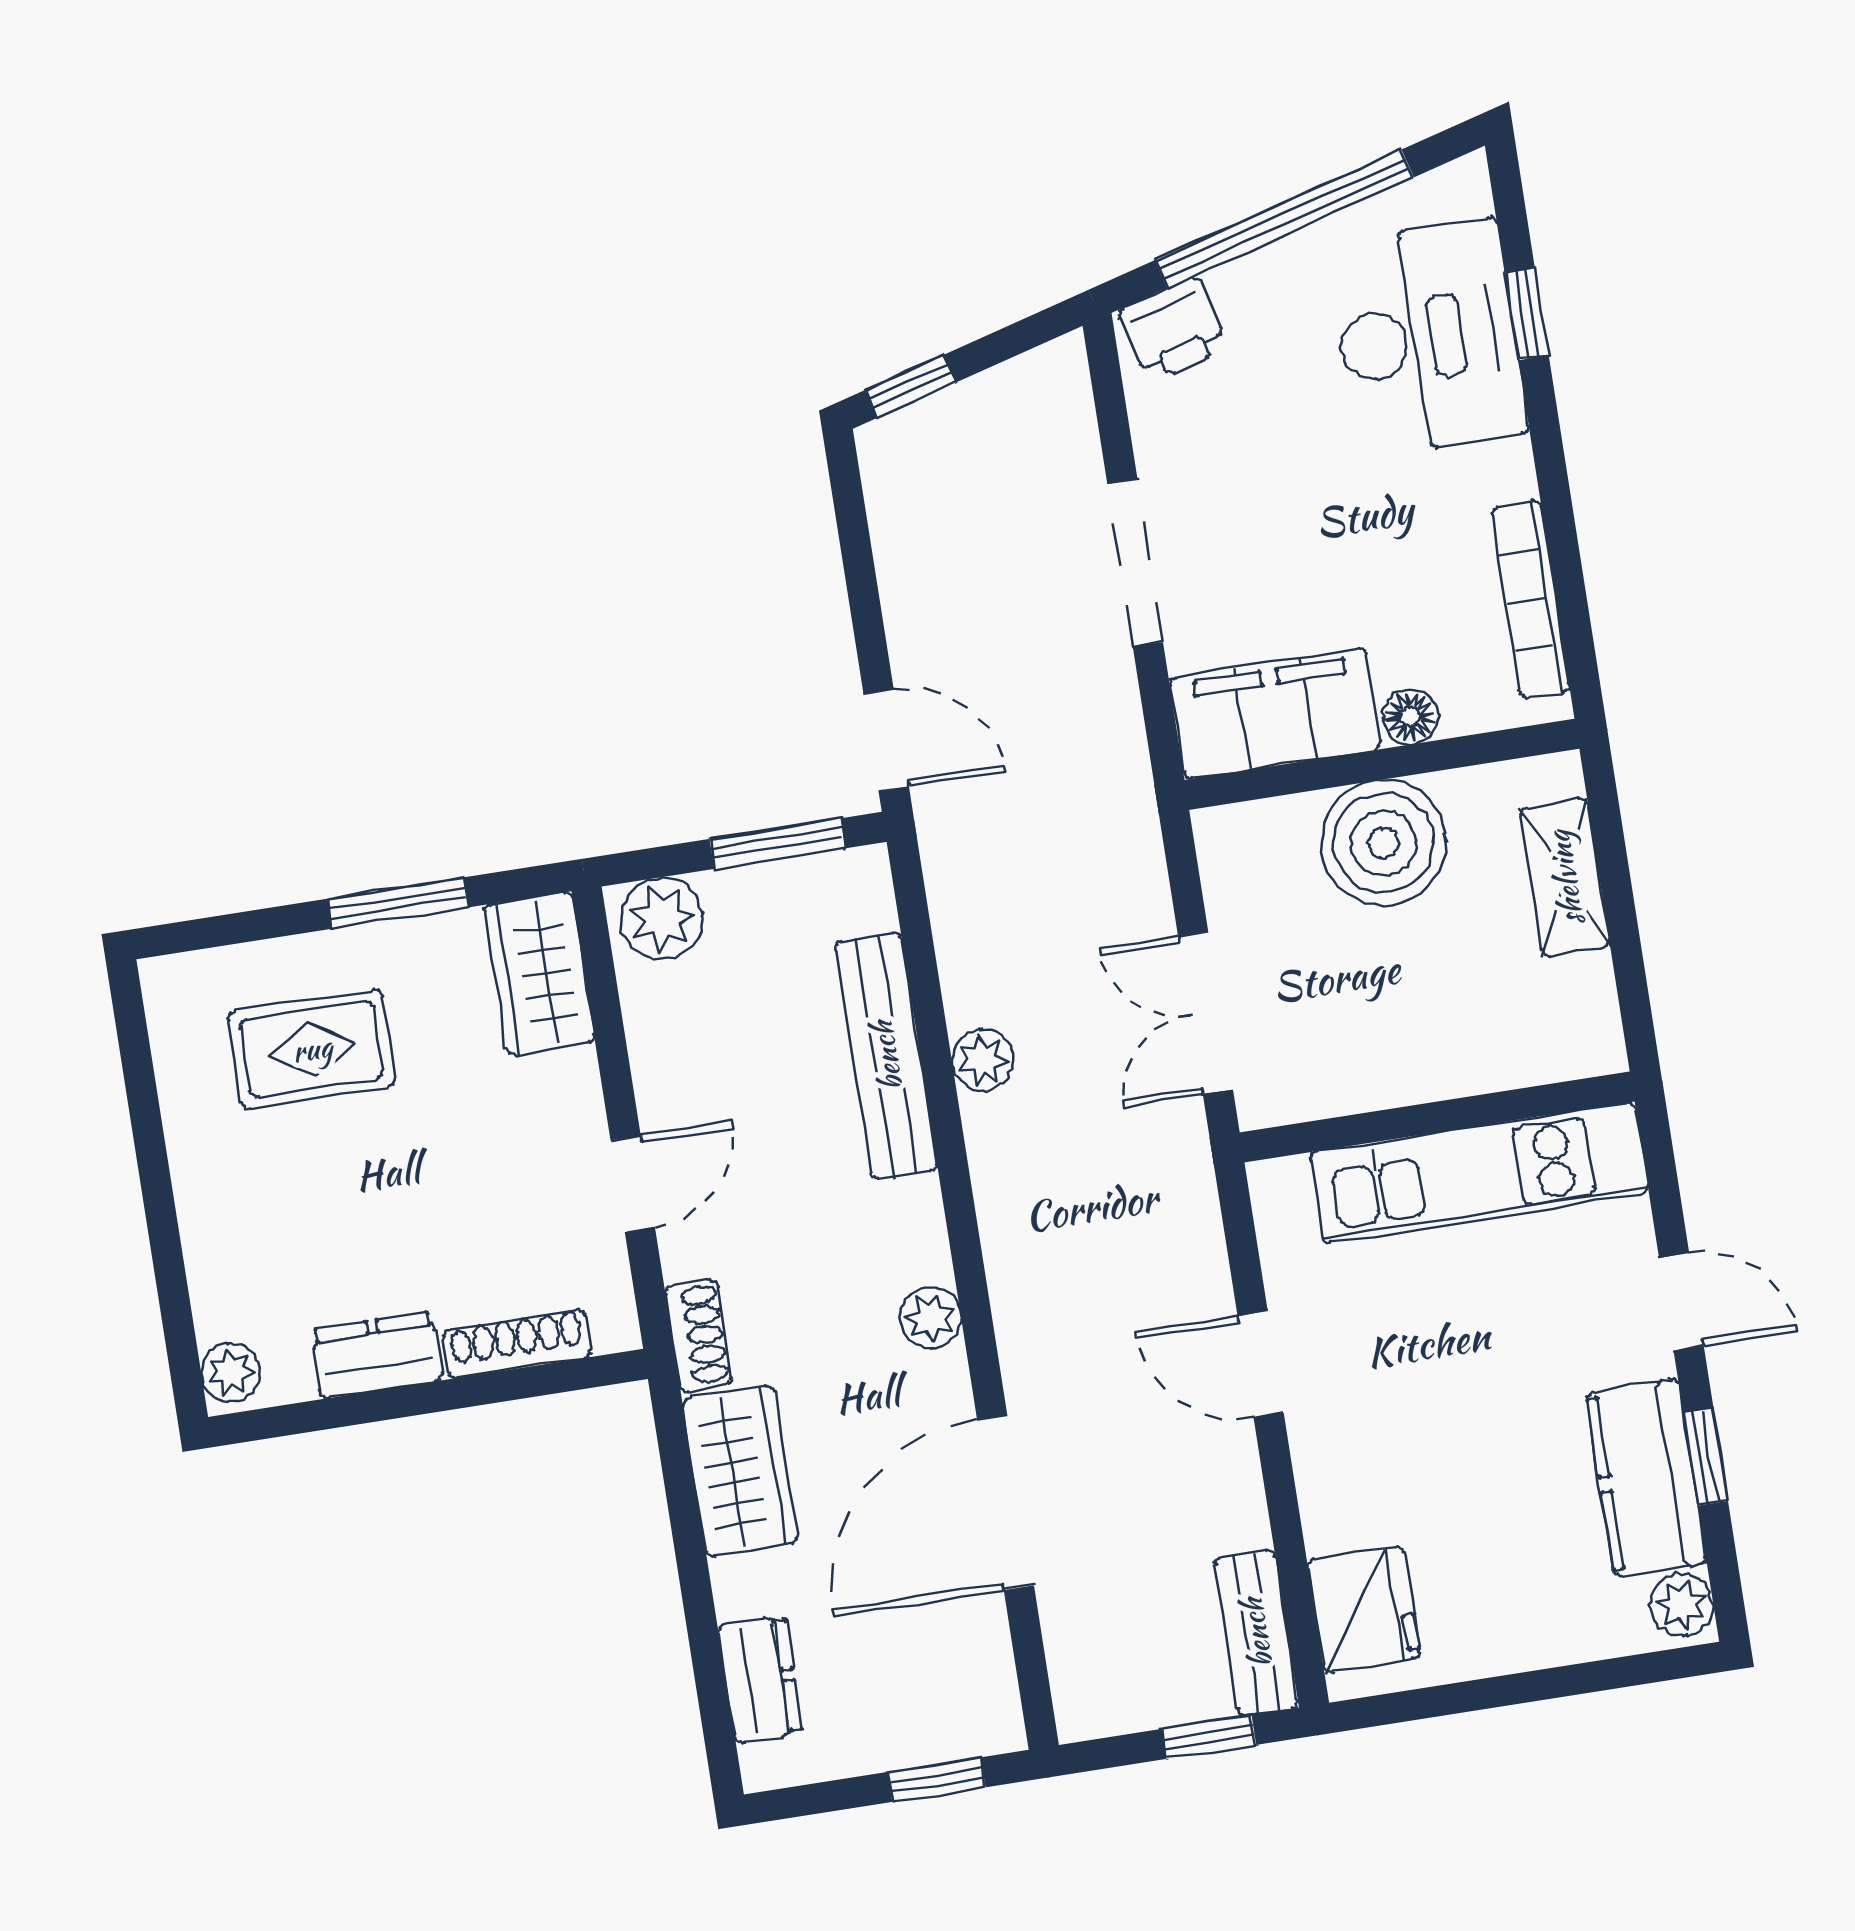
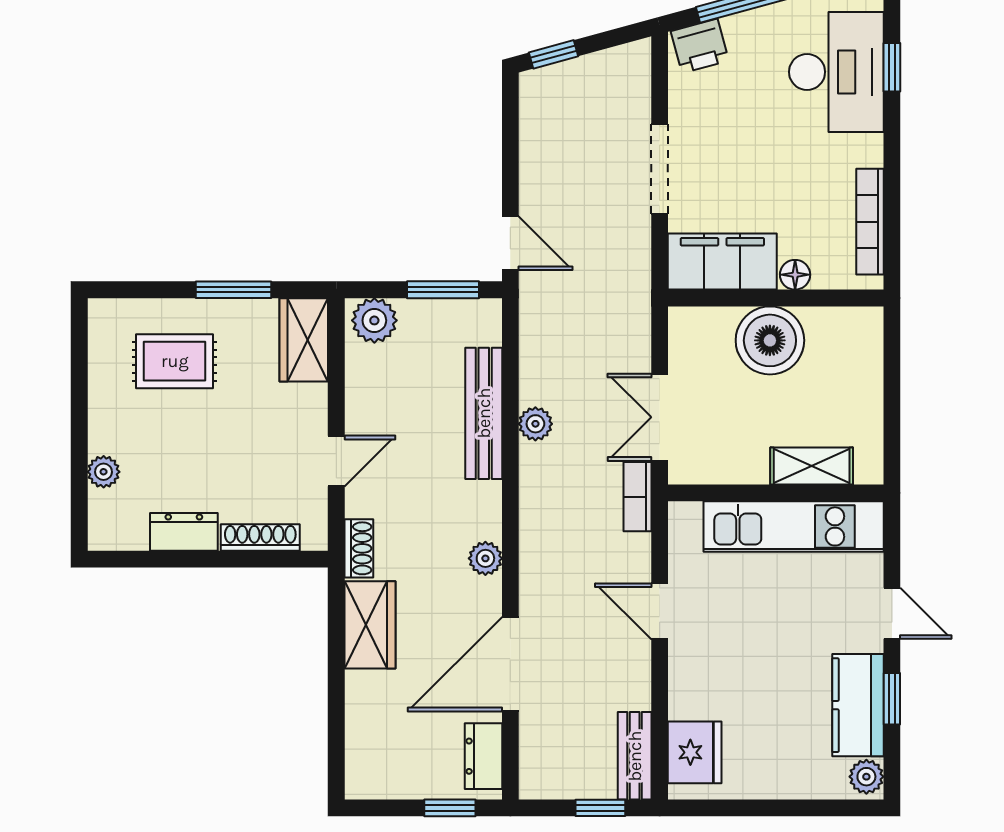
shelving: (1565, 878) -> (812, 466), moved, turned 90
bookcase: (1188, 1163) -> (637, 497), added
plant: (231, 1372) -> (104, 472), moved
dresser: (760, 1679) -> (484, 756), moved, turned 180

